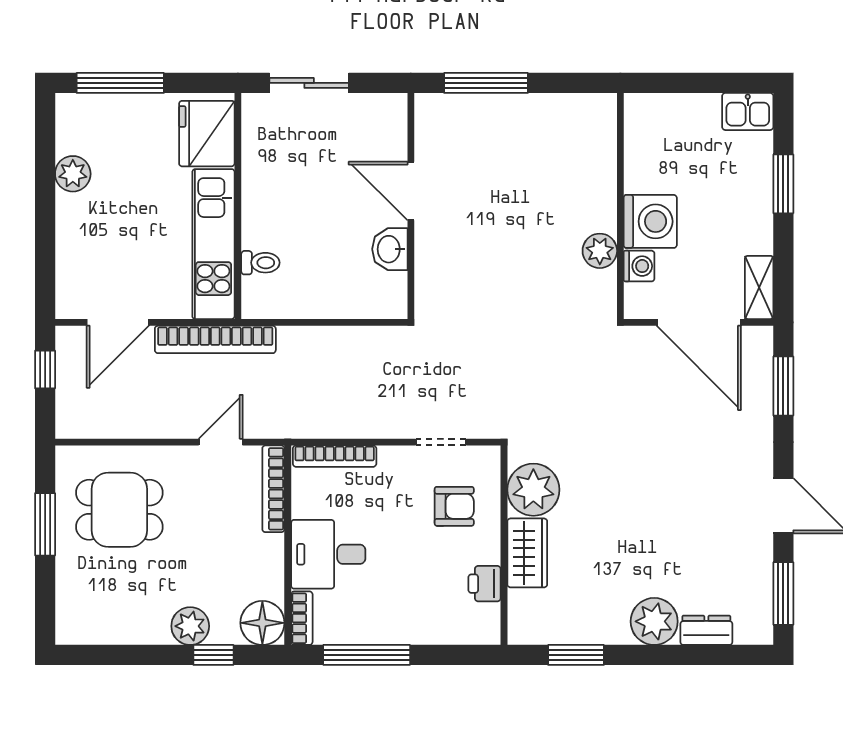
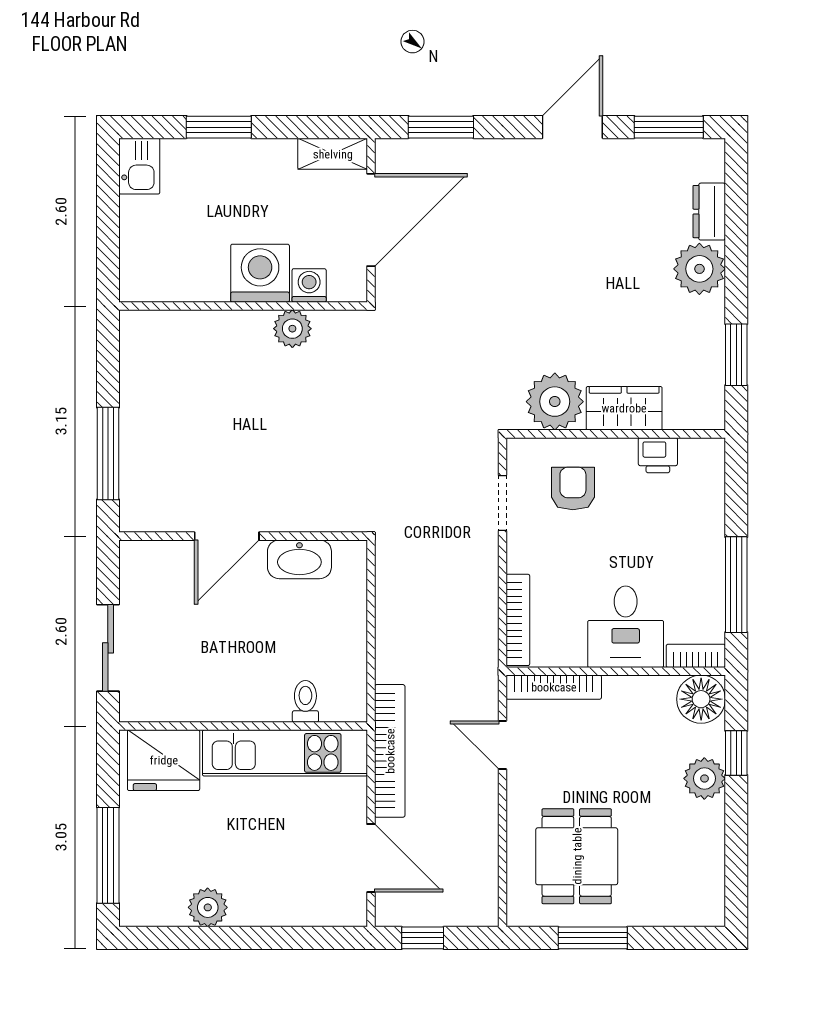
washbasin: (390, 249) -> (299, 559), width x1.38

